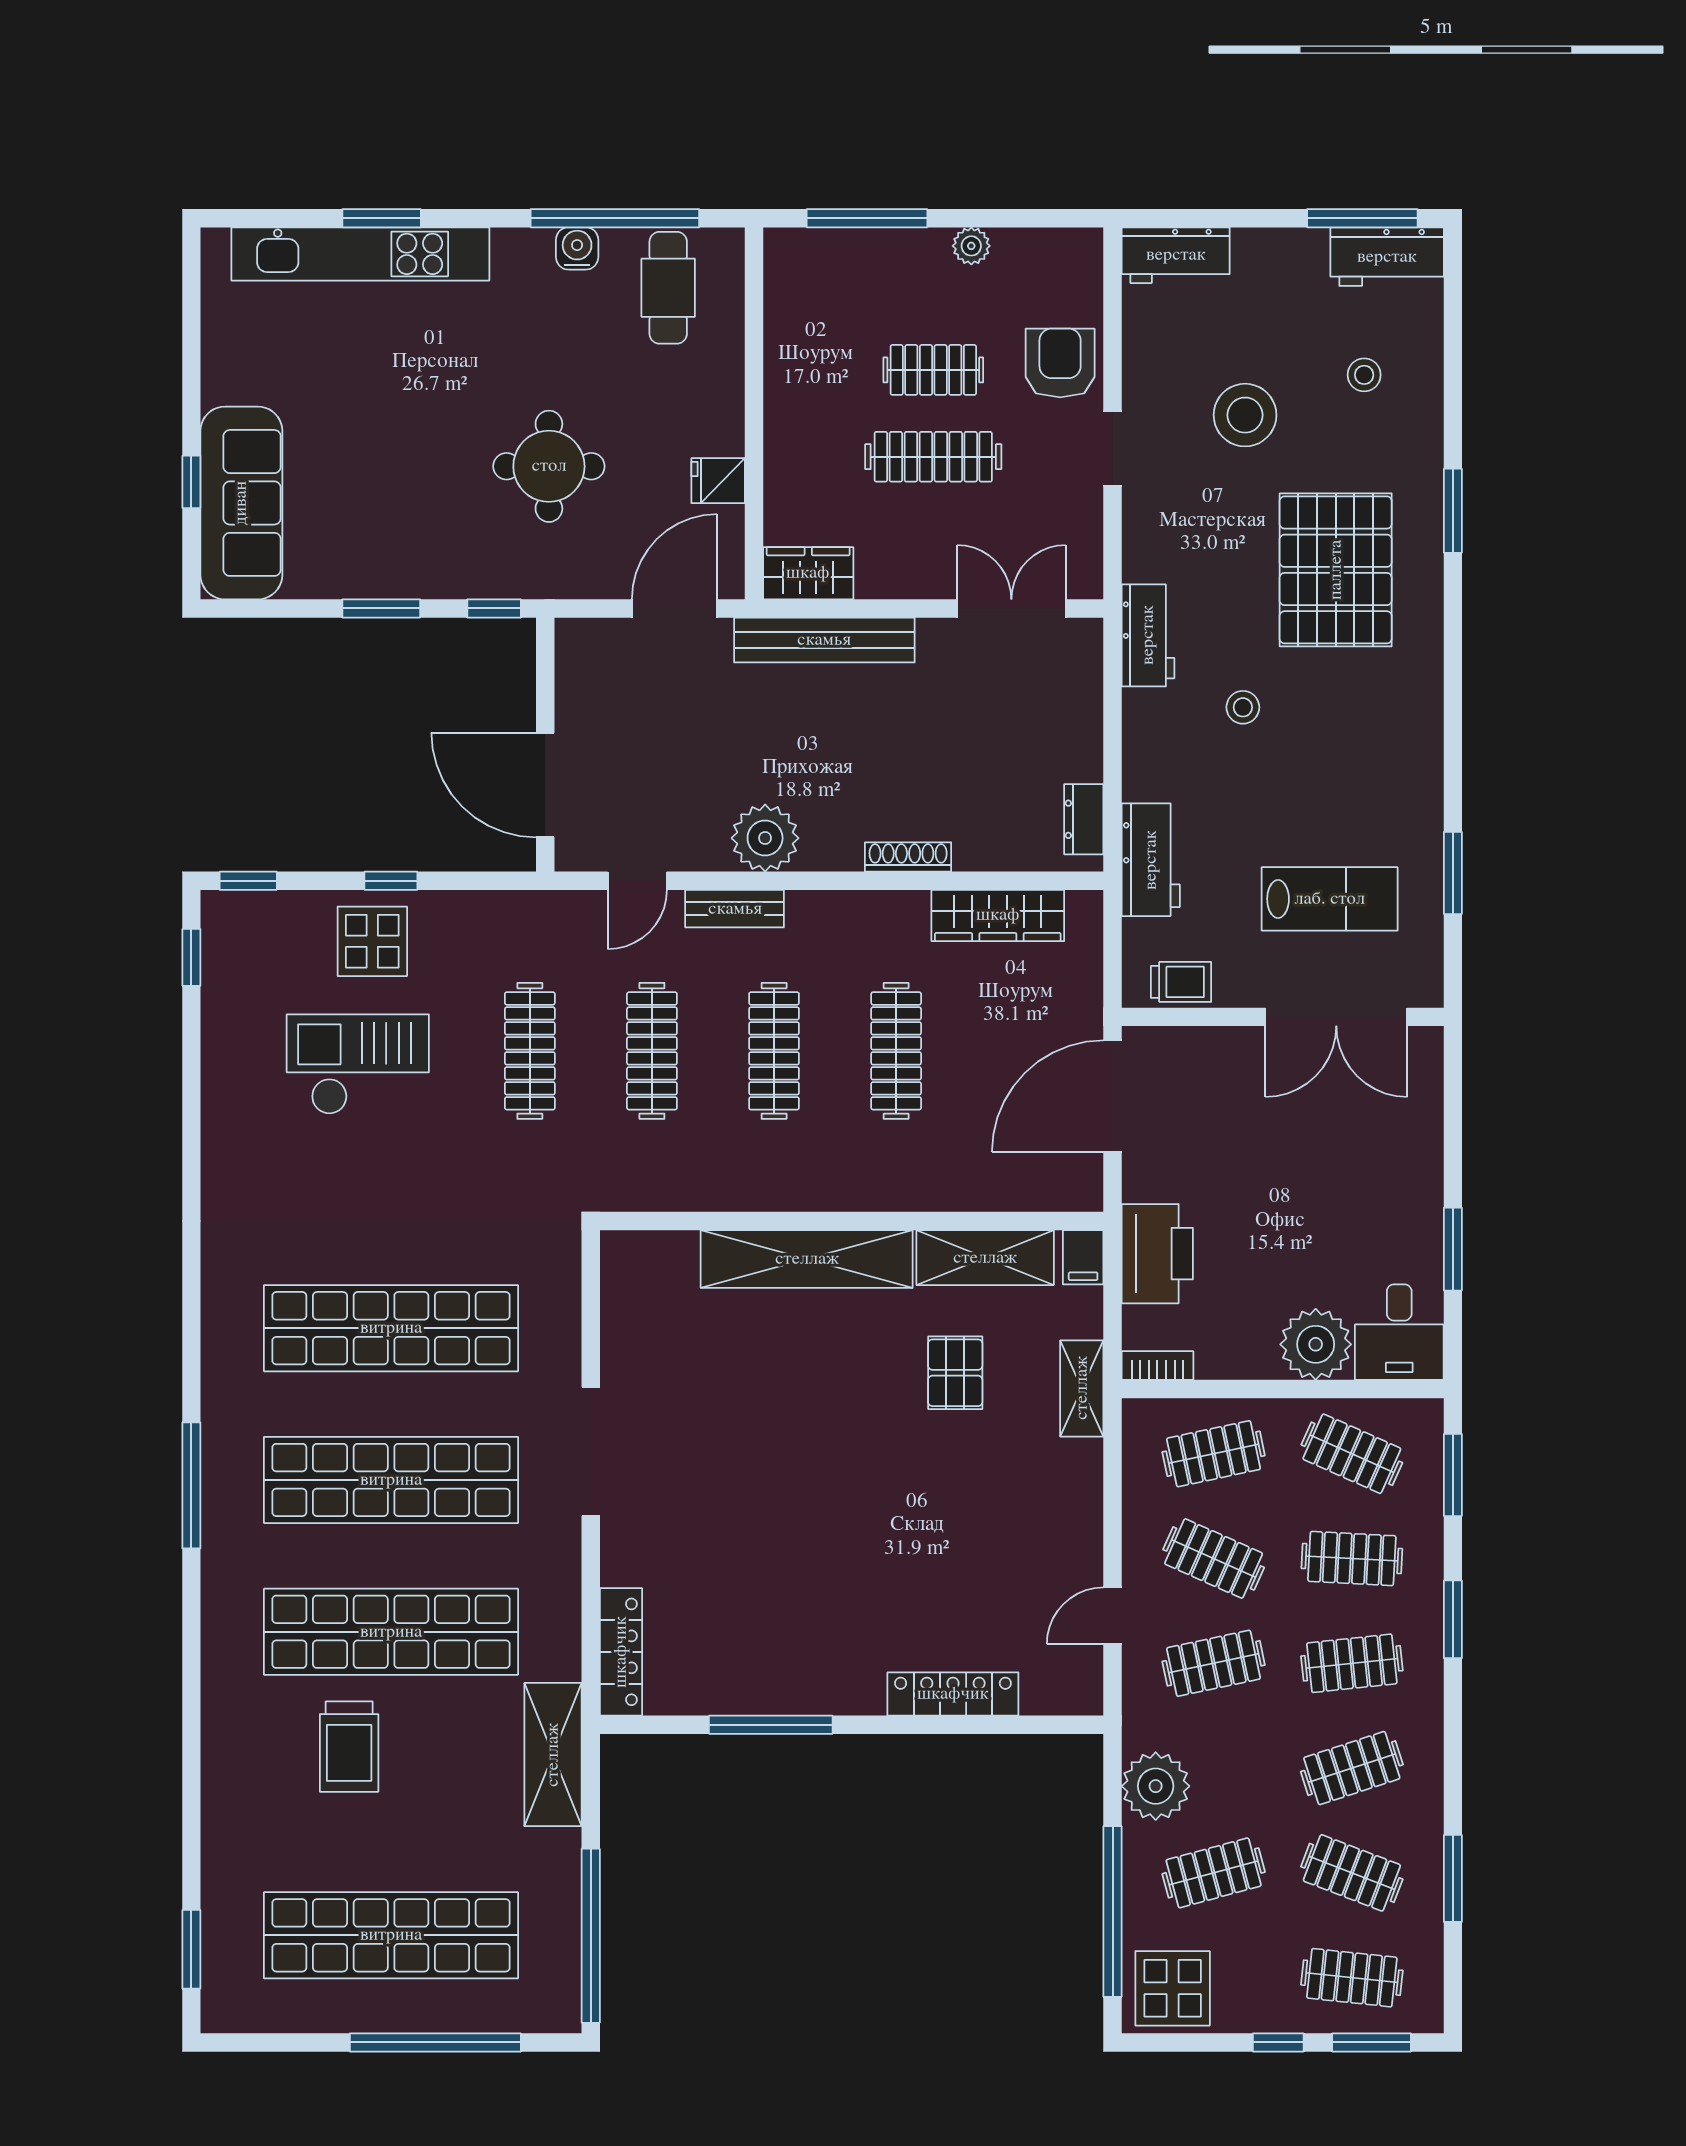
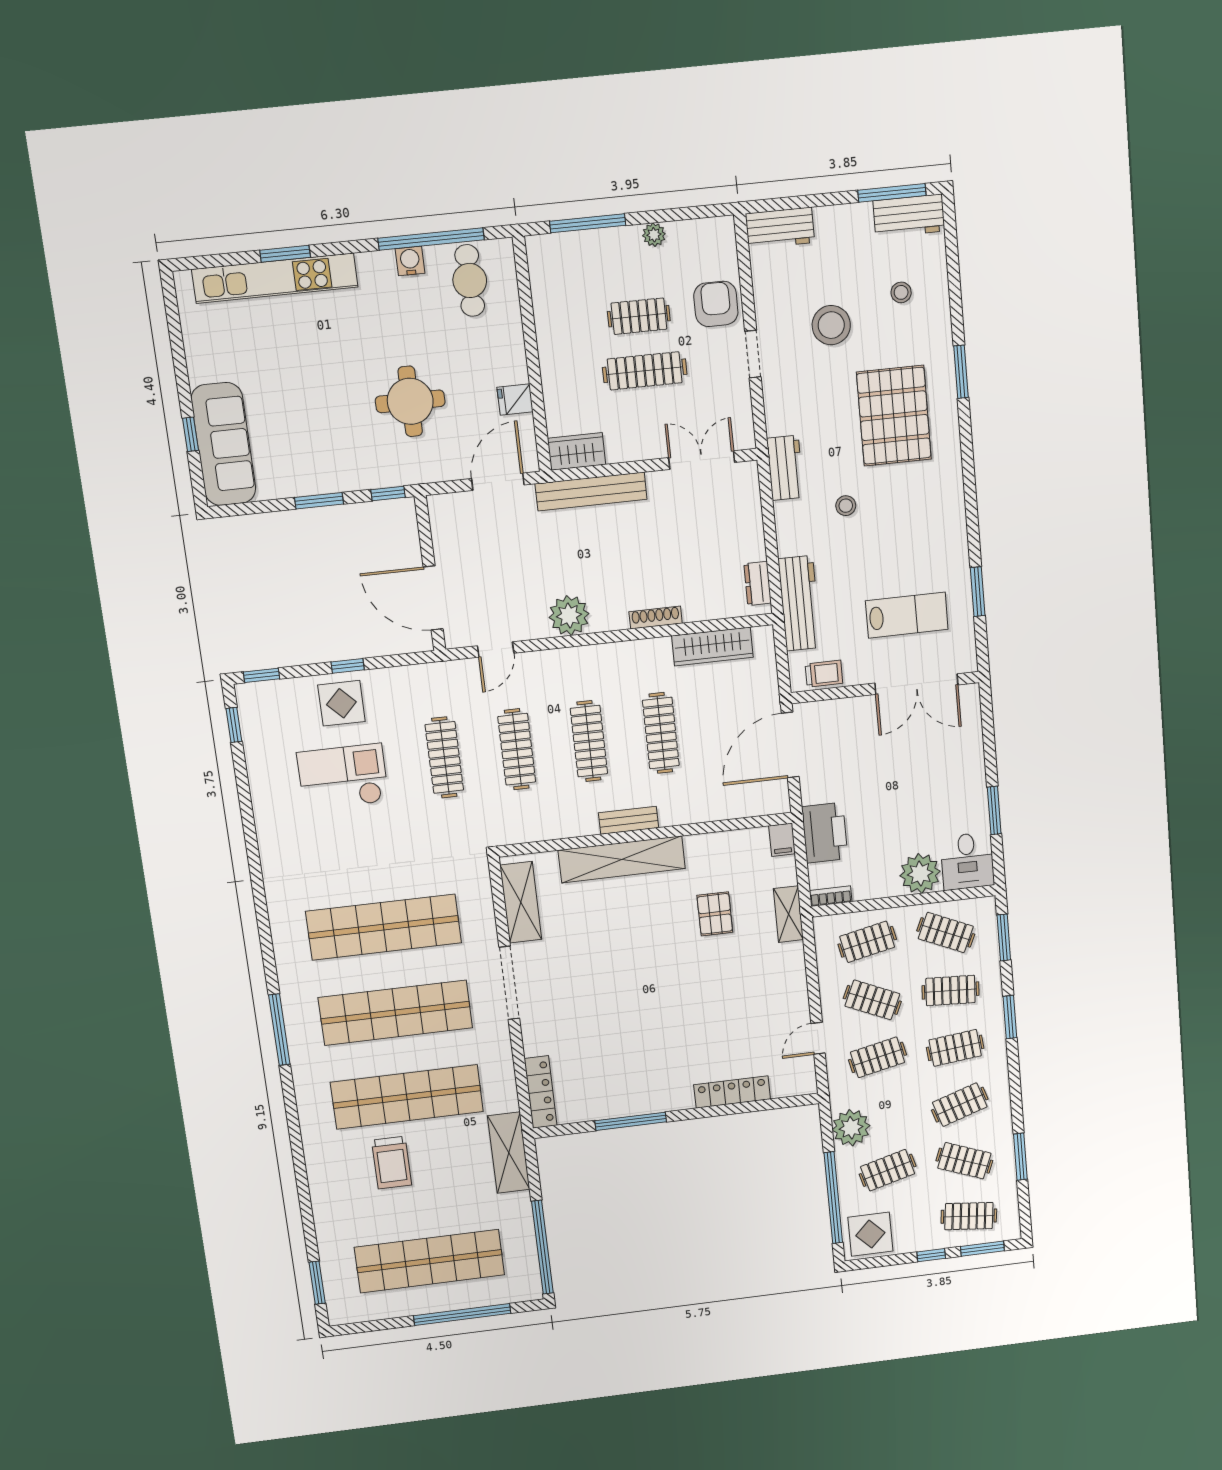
workbench: (1151, 860) -> (799, 603), width x1.38
bench: (735, 909) -> (629, 820), moved
shelving: (985, 1258) -> (521, 902), moved, turned 90

